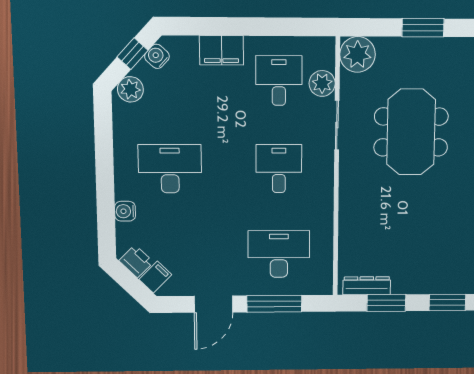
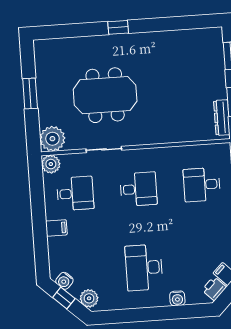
filing cabinet: (221, 50) -> (56, 228), width x0.50
desk: (279, 81) -> (75, 193), turned 180
plant: (322, 83) -> (51, 164), moved
desk: (279, 169) -> (138, 189), turned 180
desk: (279, 254) -> (202, 185), width x0.73

